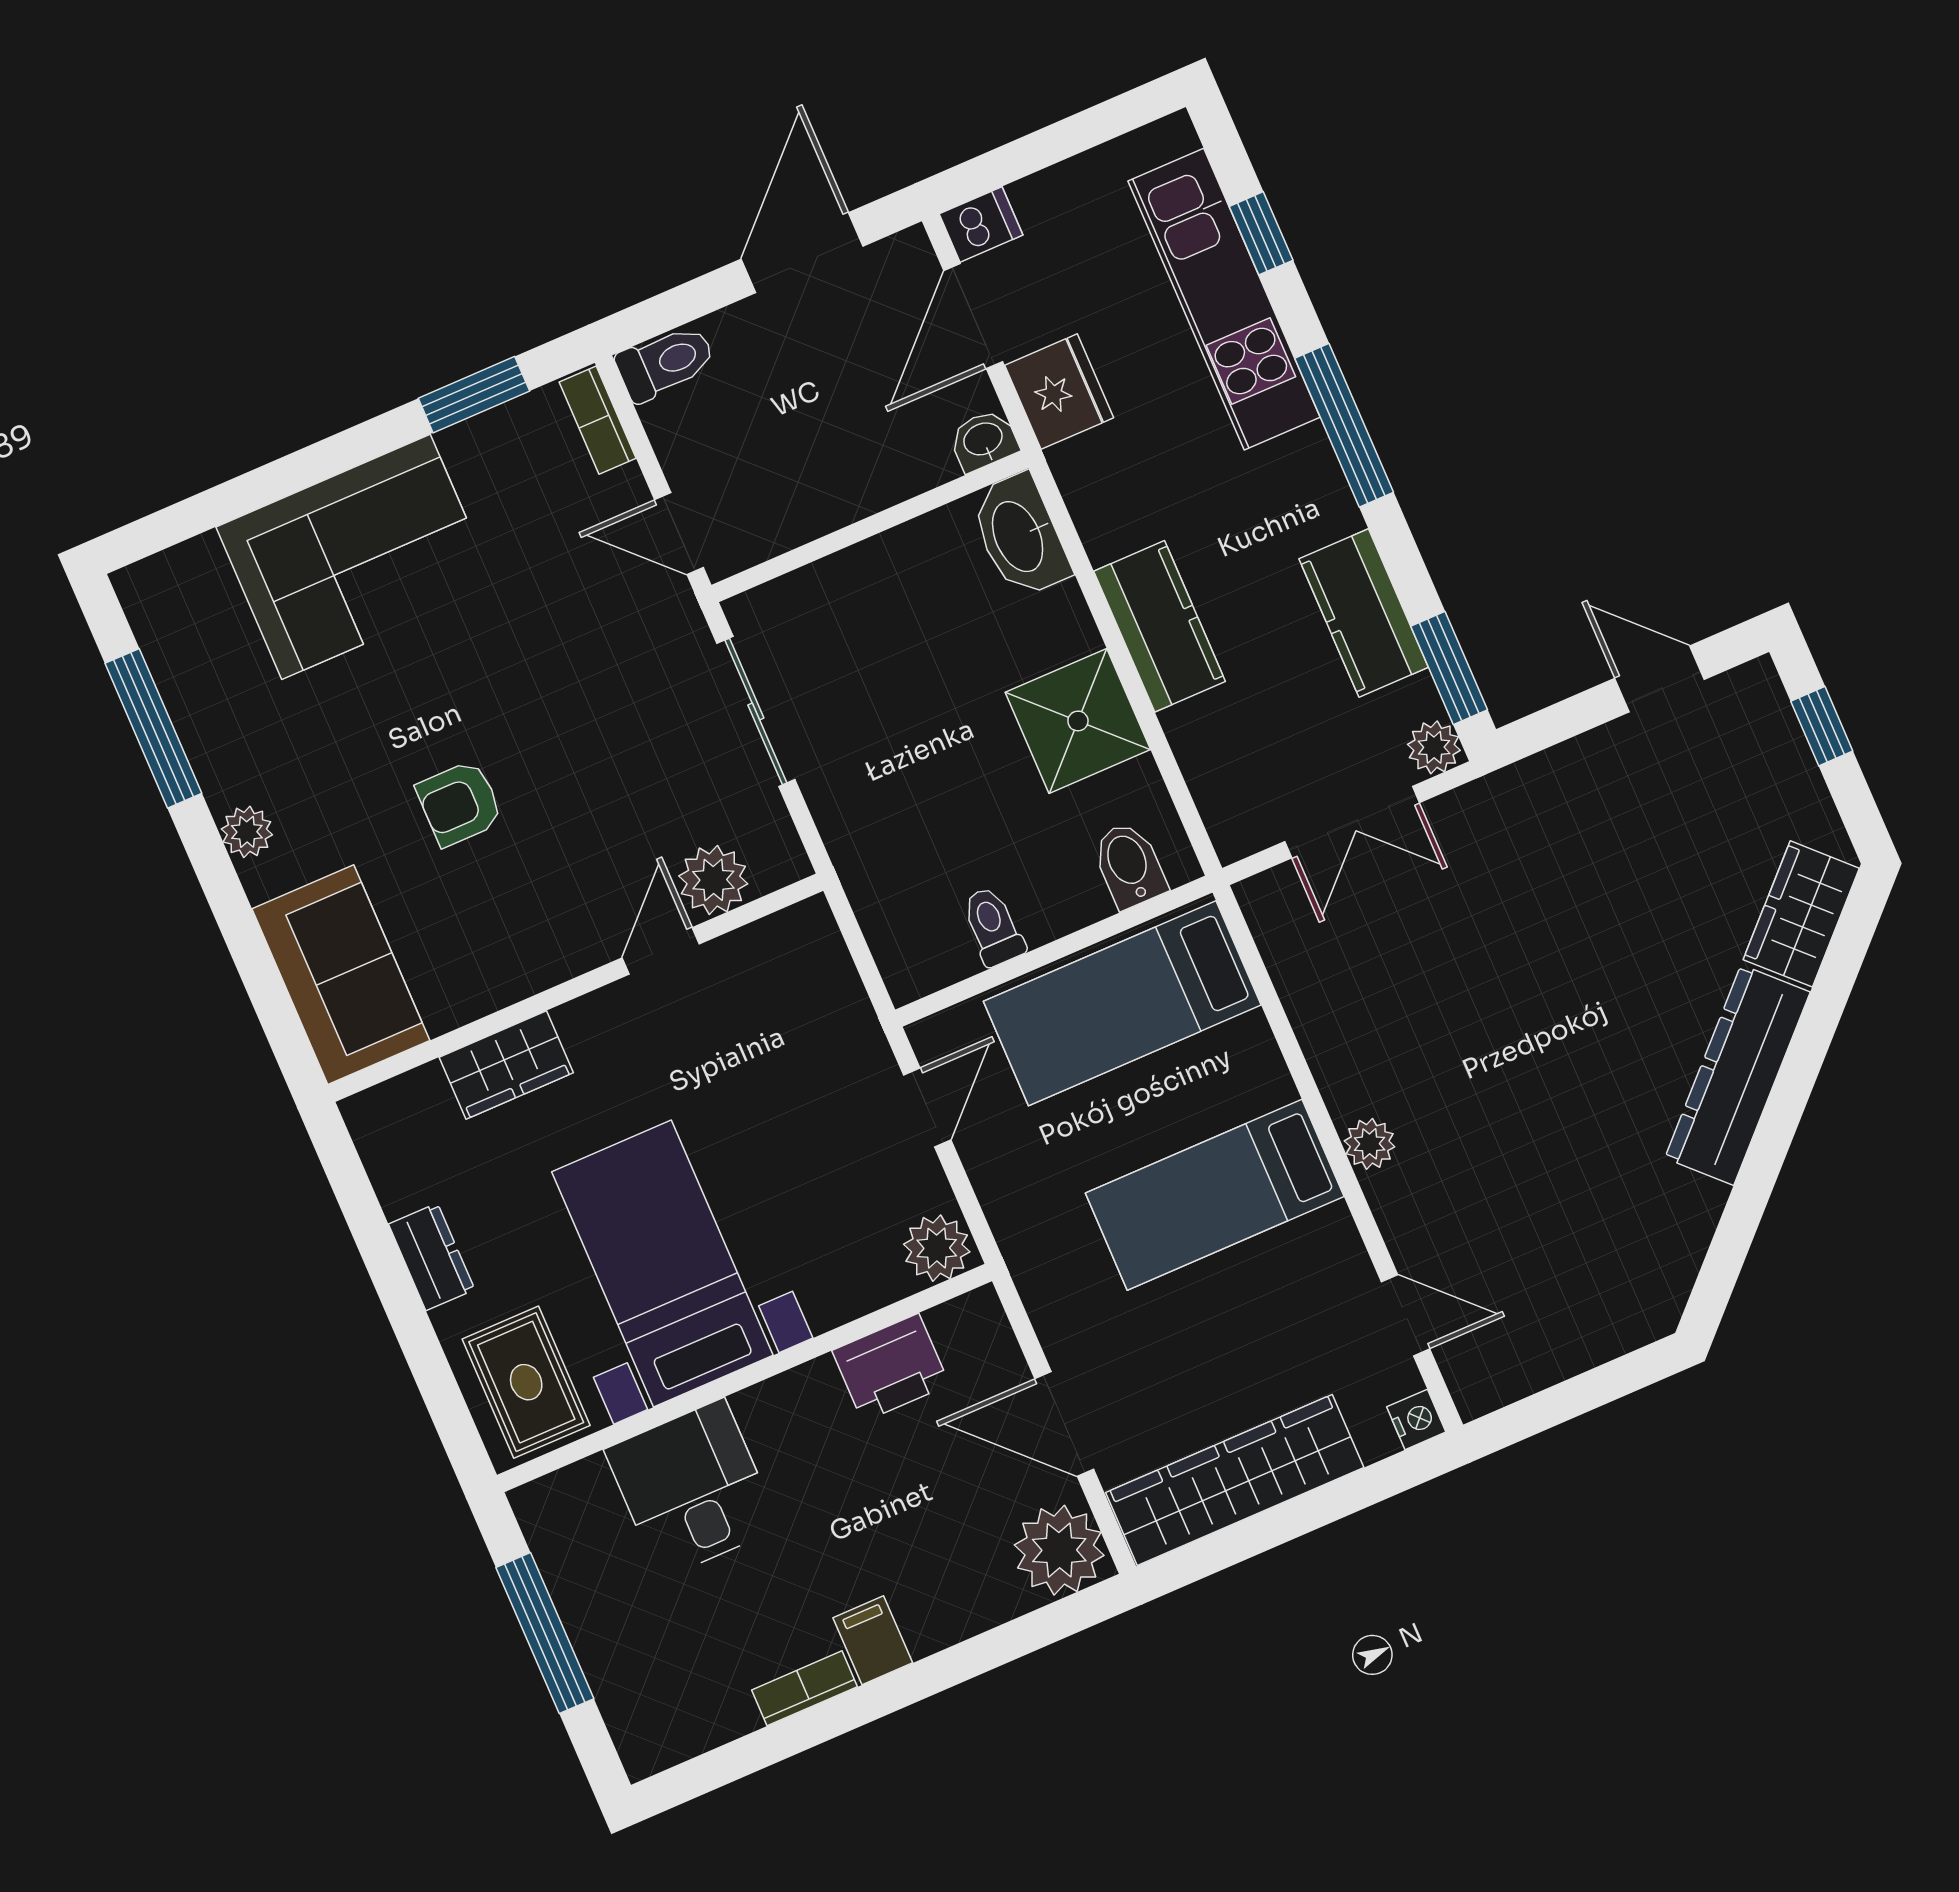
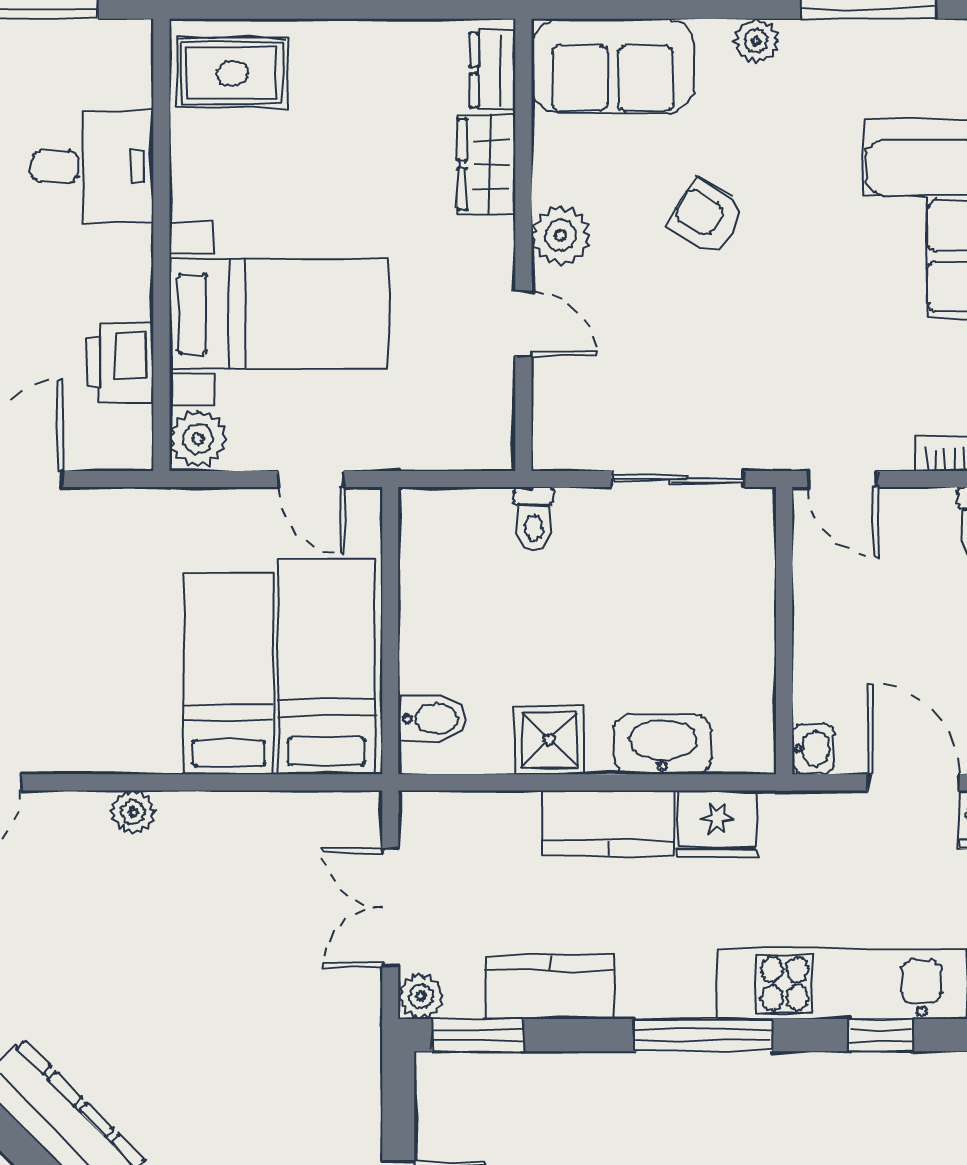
fridge: (1059, 392) -> (717, 824), moved
door: (679, 534) -> (843, 479), swing flipped
washbasin: (1020, 536) -> (662, 744), moved
shower: (1078, 721) -> (549, 740), width x0.73, depth x0.73
armchair: (460, 803) -> (706, 216), turned -59
plant: (713, 880) -> (561, 236), moved
toilet: (993, 926) -> (534, 519), moved, turned 90
bed: (1215, 1195) -> (228, 674), moved
dresser: (432, 1257) -> (493, 70), moved, turned 90
bed with nightstands: (662, 1263) -> (279, 314), moved

